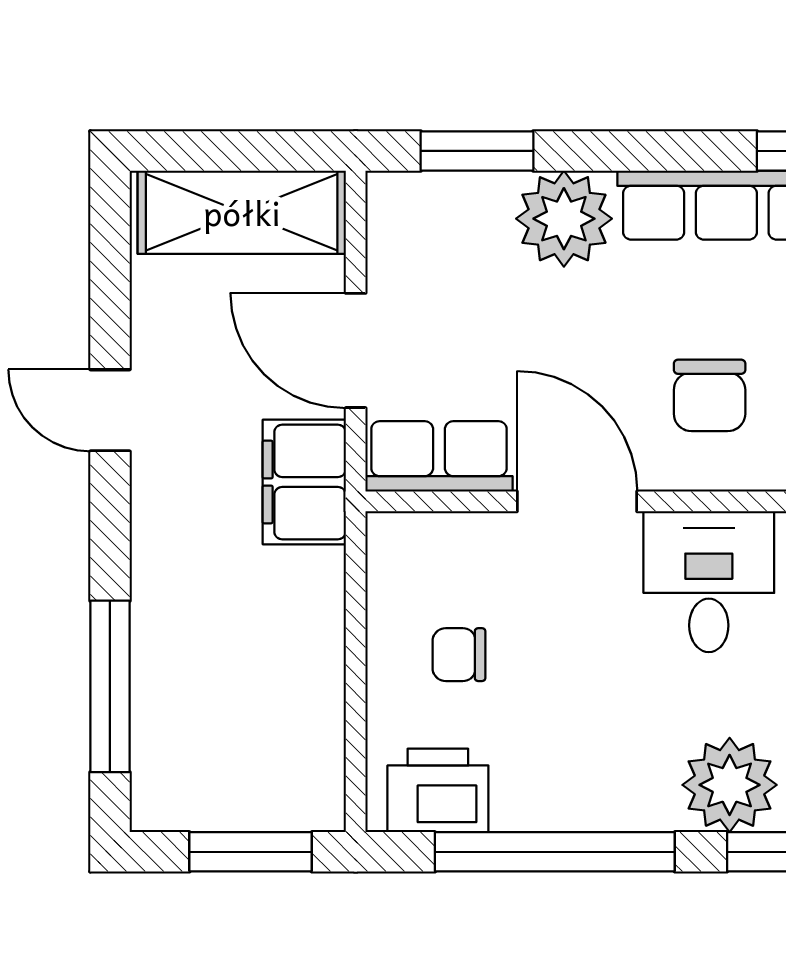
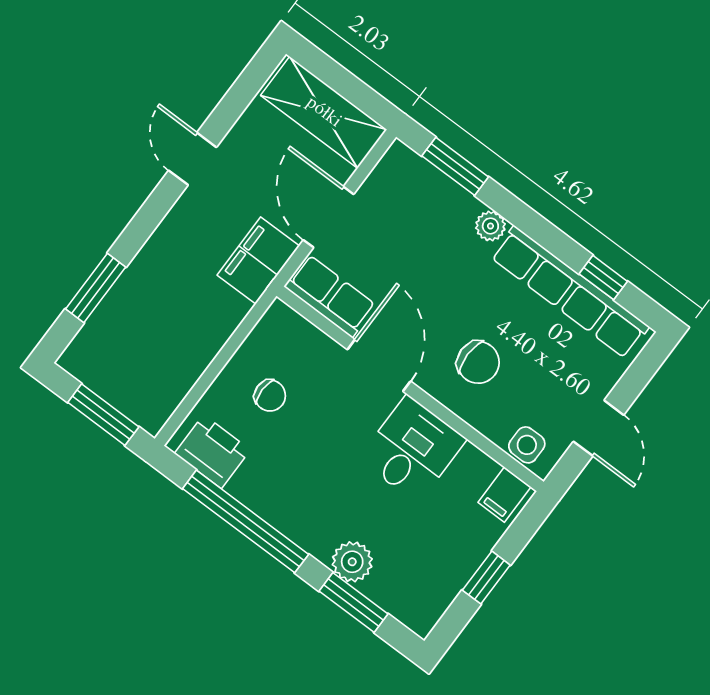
plant: (564, 219) -> (490, 226), width x0.53, depth x0.53
chair: (710, 395) -> (478, 362), turned -90
chair: (459, 655) -> (270, 396), turned 180
window: (110, 686) -> (96, 288), width x0.69
plant: (730, 785) -> (352, 562), width x0.73, depth x0.73

